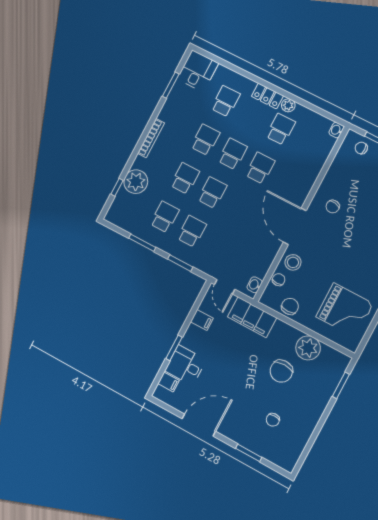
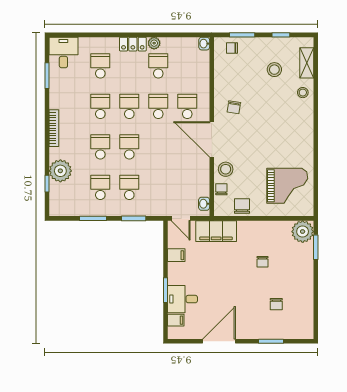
school desk: (288, 182) -> (187, 106), added
plant: (308, 348) -> (303, 232), moved
chair: (281, 371) -> (262, 262), width x0.54, depth x0.54

